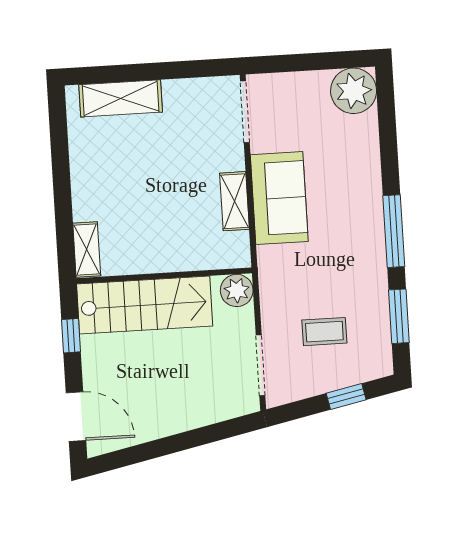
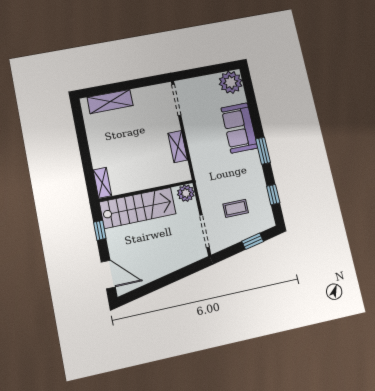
sofa: (279, 198) -> (239, 128), moved, turned 180
window: (394, 231) -> (263, 151), width x0.69
window: (399, 316) -> (273, 195), width x0.67

